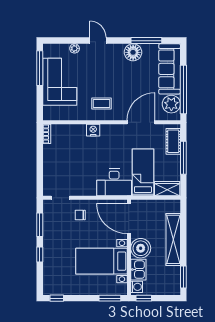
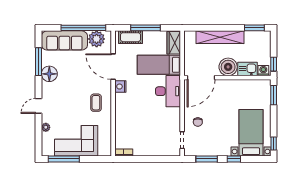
nightstand: (93, 130) -> (120, 87), moved
bed with nightstands: (101, 261) -> (251, 133), moved, turned 180

